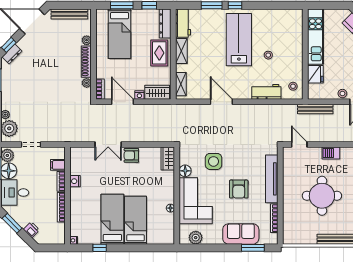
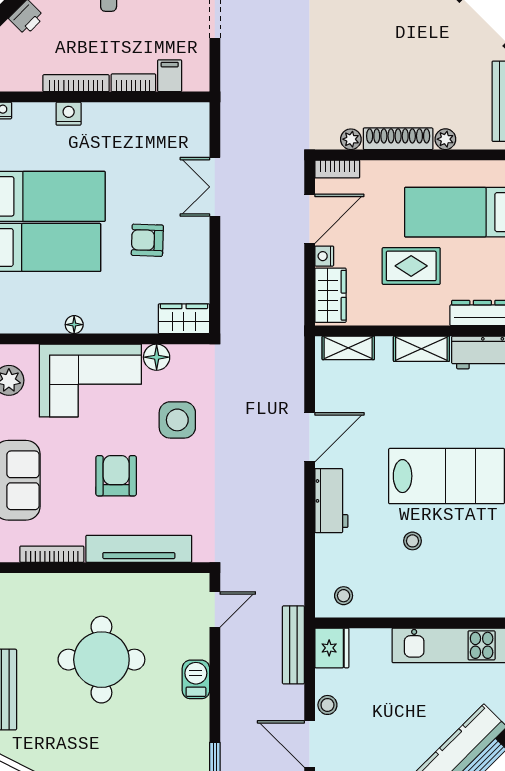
rug: (159, 53) -> (411, 266), moved
fridge: (315, 74) -> (332, 648), moved, turned -90
workbench: (266, 92) -> (331, 501), moved
armchair: (131, 155) -> (147, 240), moved, turned -88
nightstand: (75, 181) -> (69, 114), moved
armchair: (239, 189) -> (116, 476), turned 90

